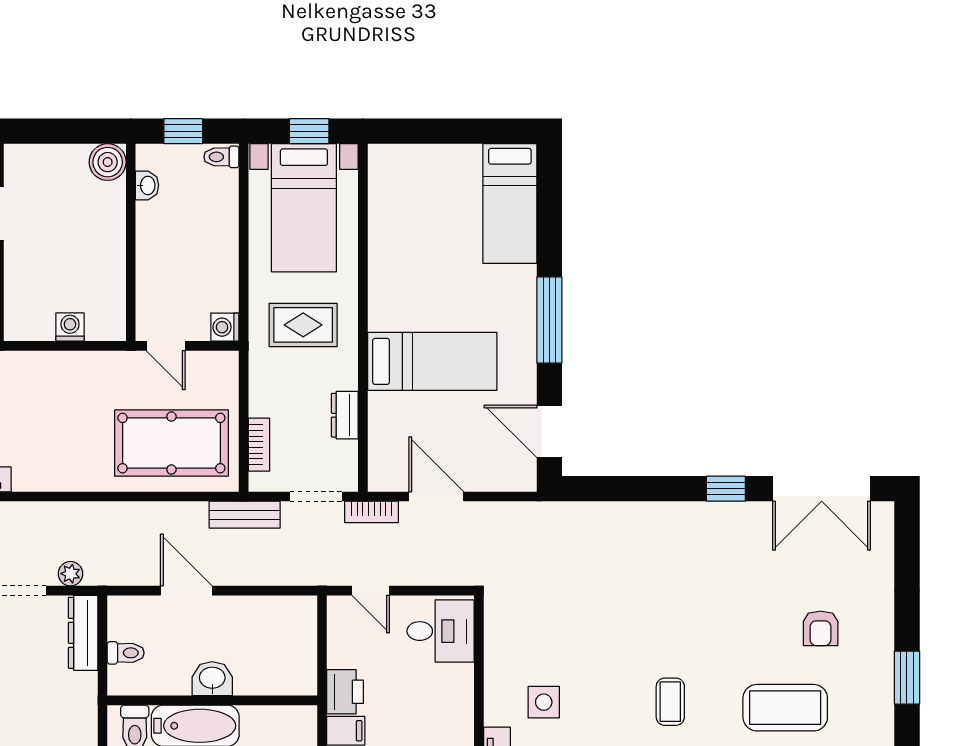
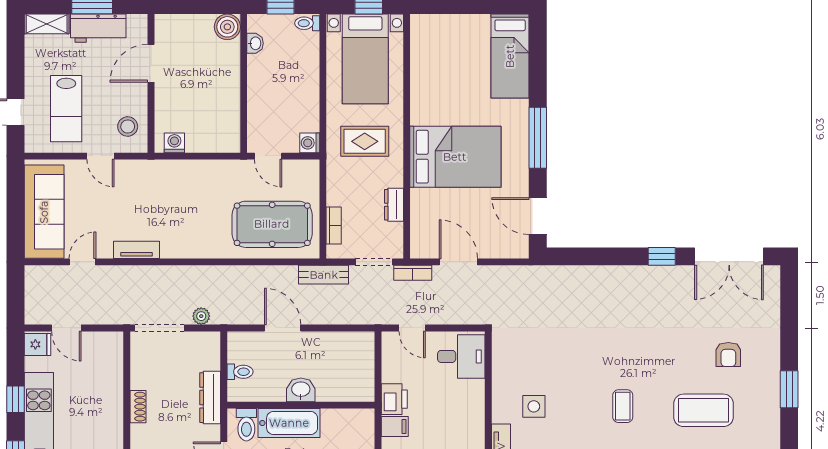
washing machine: (70, 327) -> (174, 143), moved
bed: (432, 361) -> (455, 157), width x1.50
dresser: (83, 633) -> (210, 398), moved

